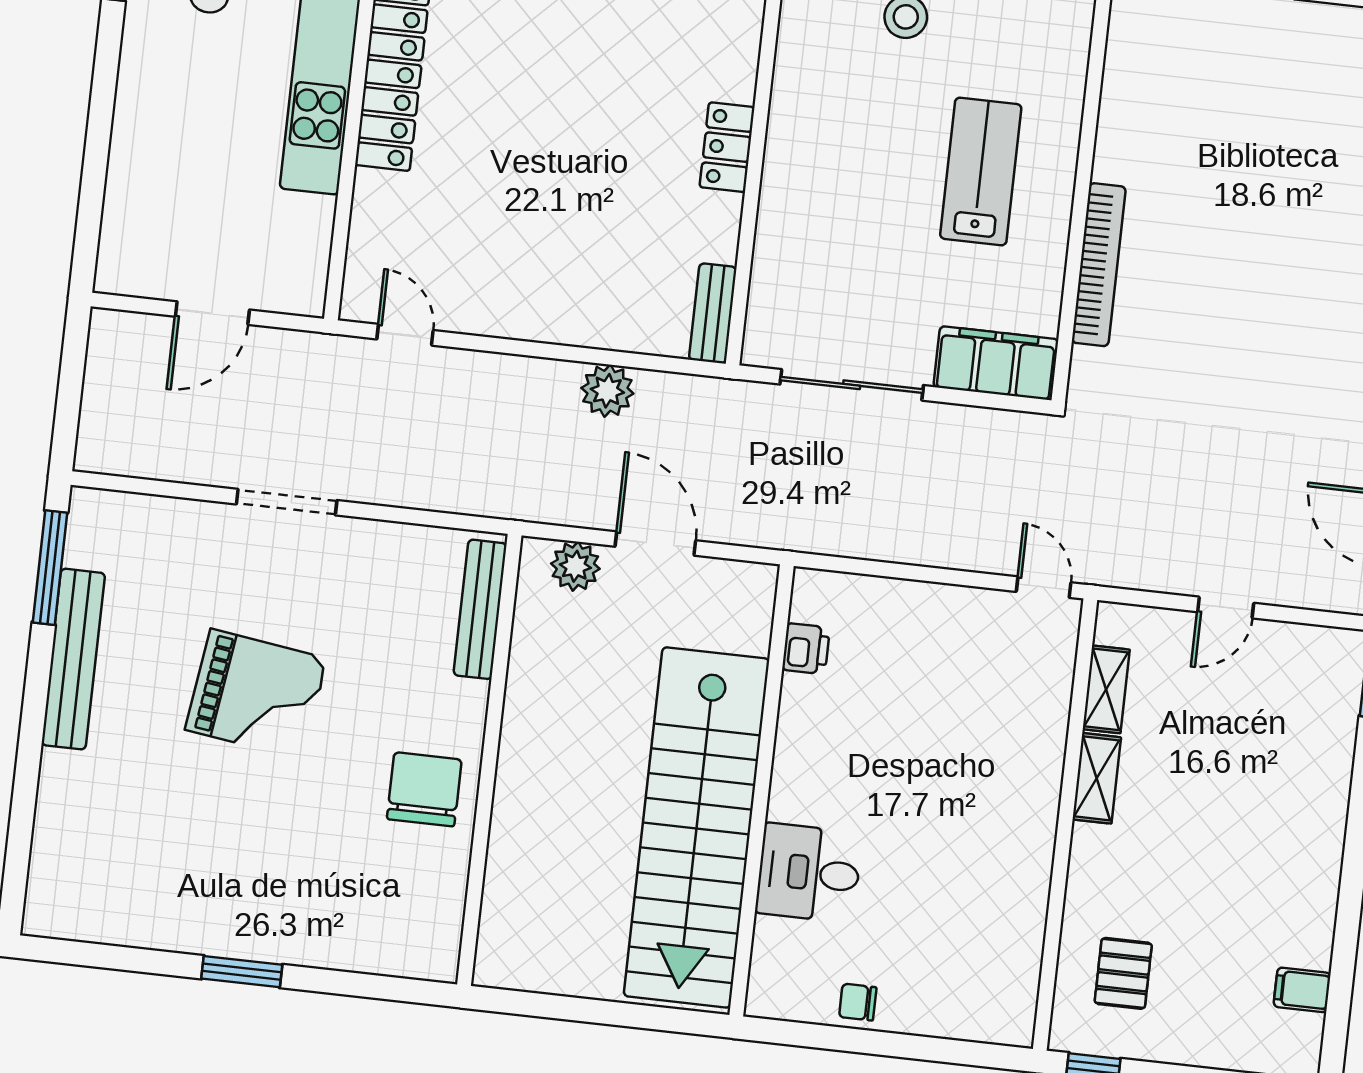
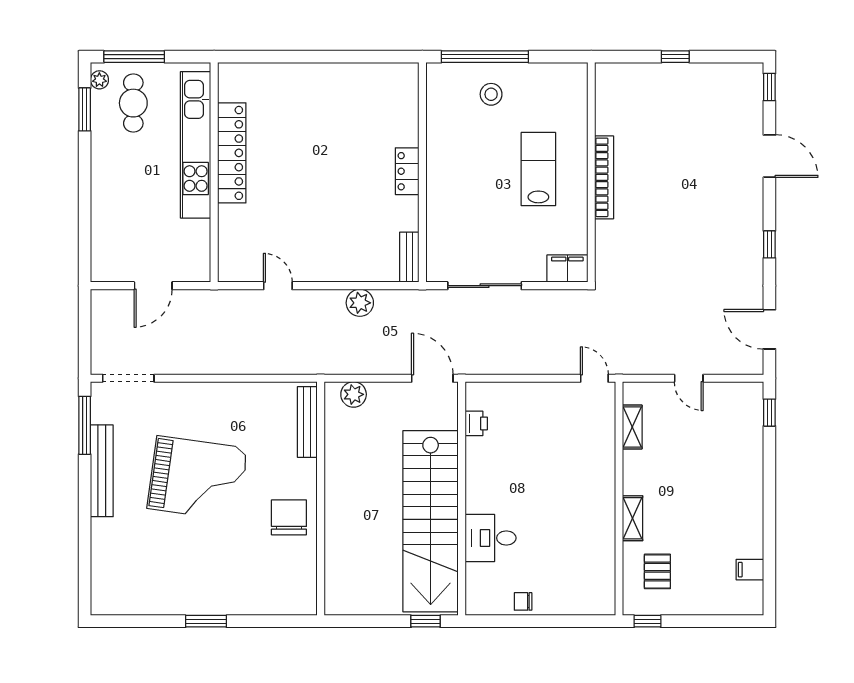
bookcase: (1099, 265) -> (604, 177), moved
door: (405, 335) -> (278, 286), moved
filing cabinet: (996, 363) -> (567, 269), width x0.67, depth x0.86
doorway: (287, 502) -> (128, 378), moved
door: (655, 544) -> (432, 378), moved
door: (1226, 608) -> (689, 378), hinge flipped
grand piano: (256, 694) -> (198, 478), width x1.37, depth x1.48
shelving: (1097, 778) -> (633, 518), moved
window: (665, 1019) -> (426, 621), added

